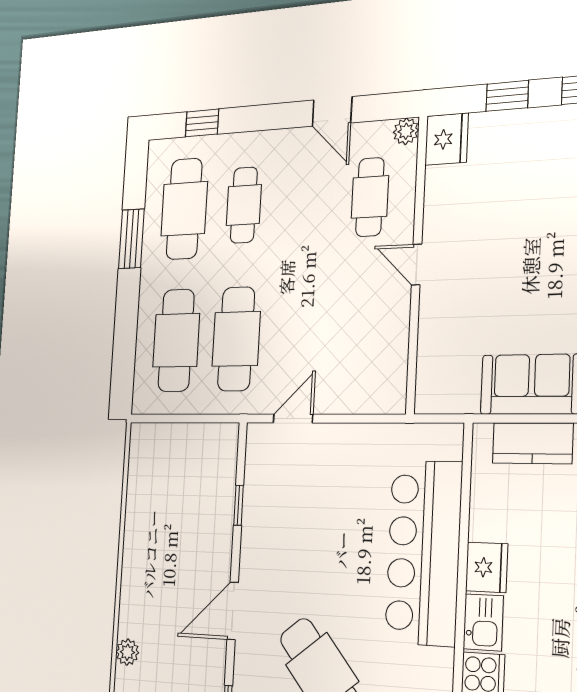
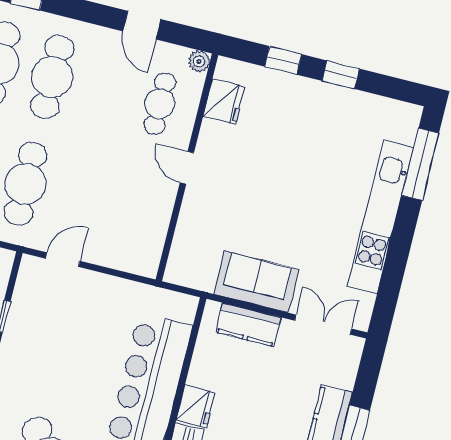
fridge: (447, 139) -> (224, 101), moved
cafe table: (244, 205) -> (52, 77), width x1.37, depth x1.35

